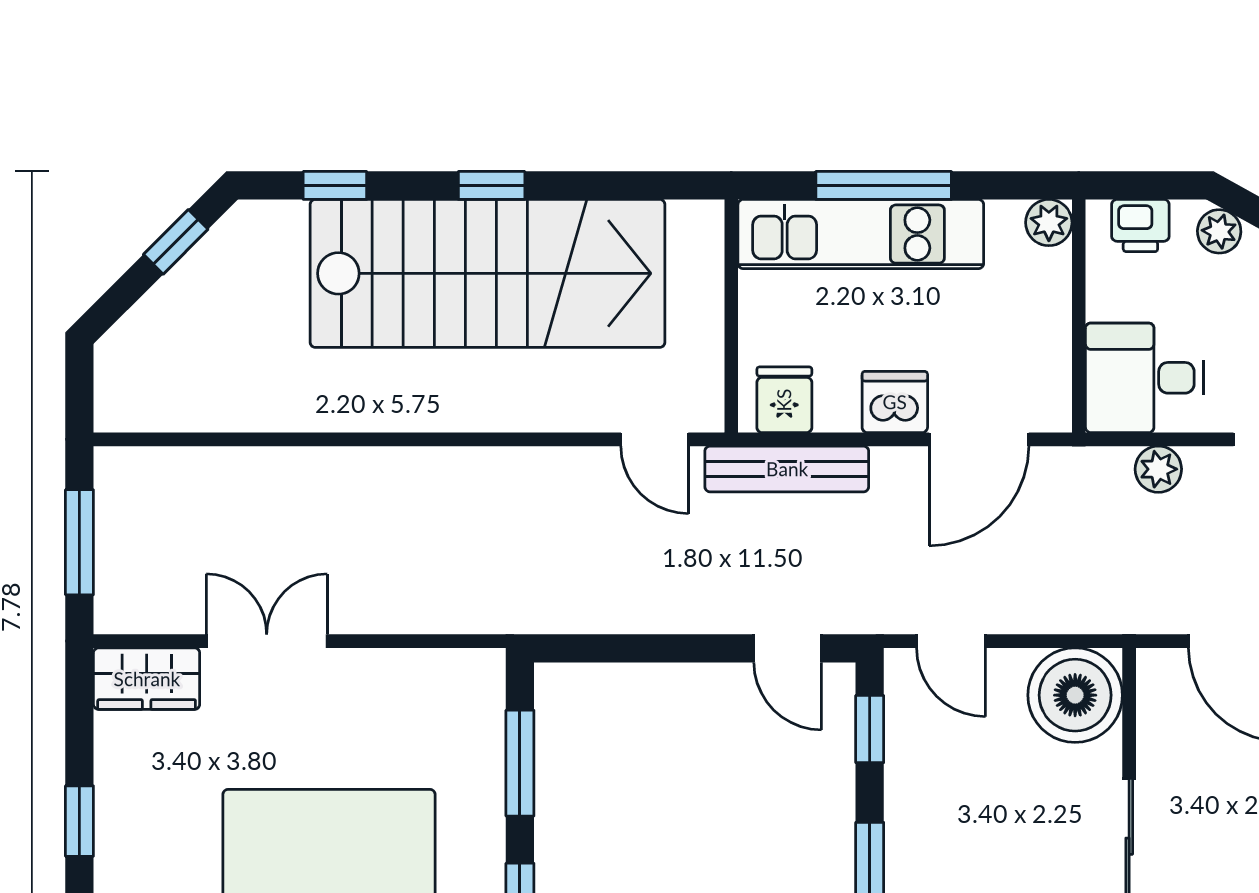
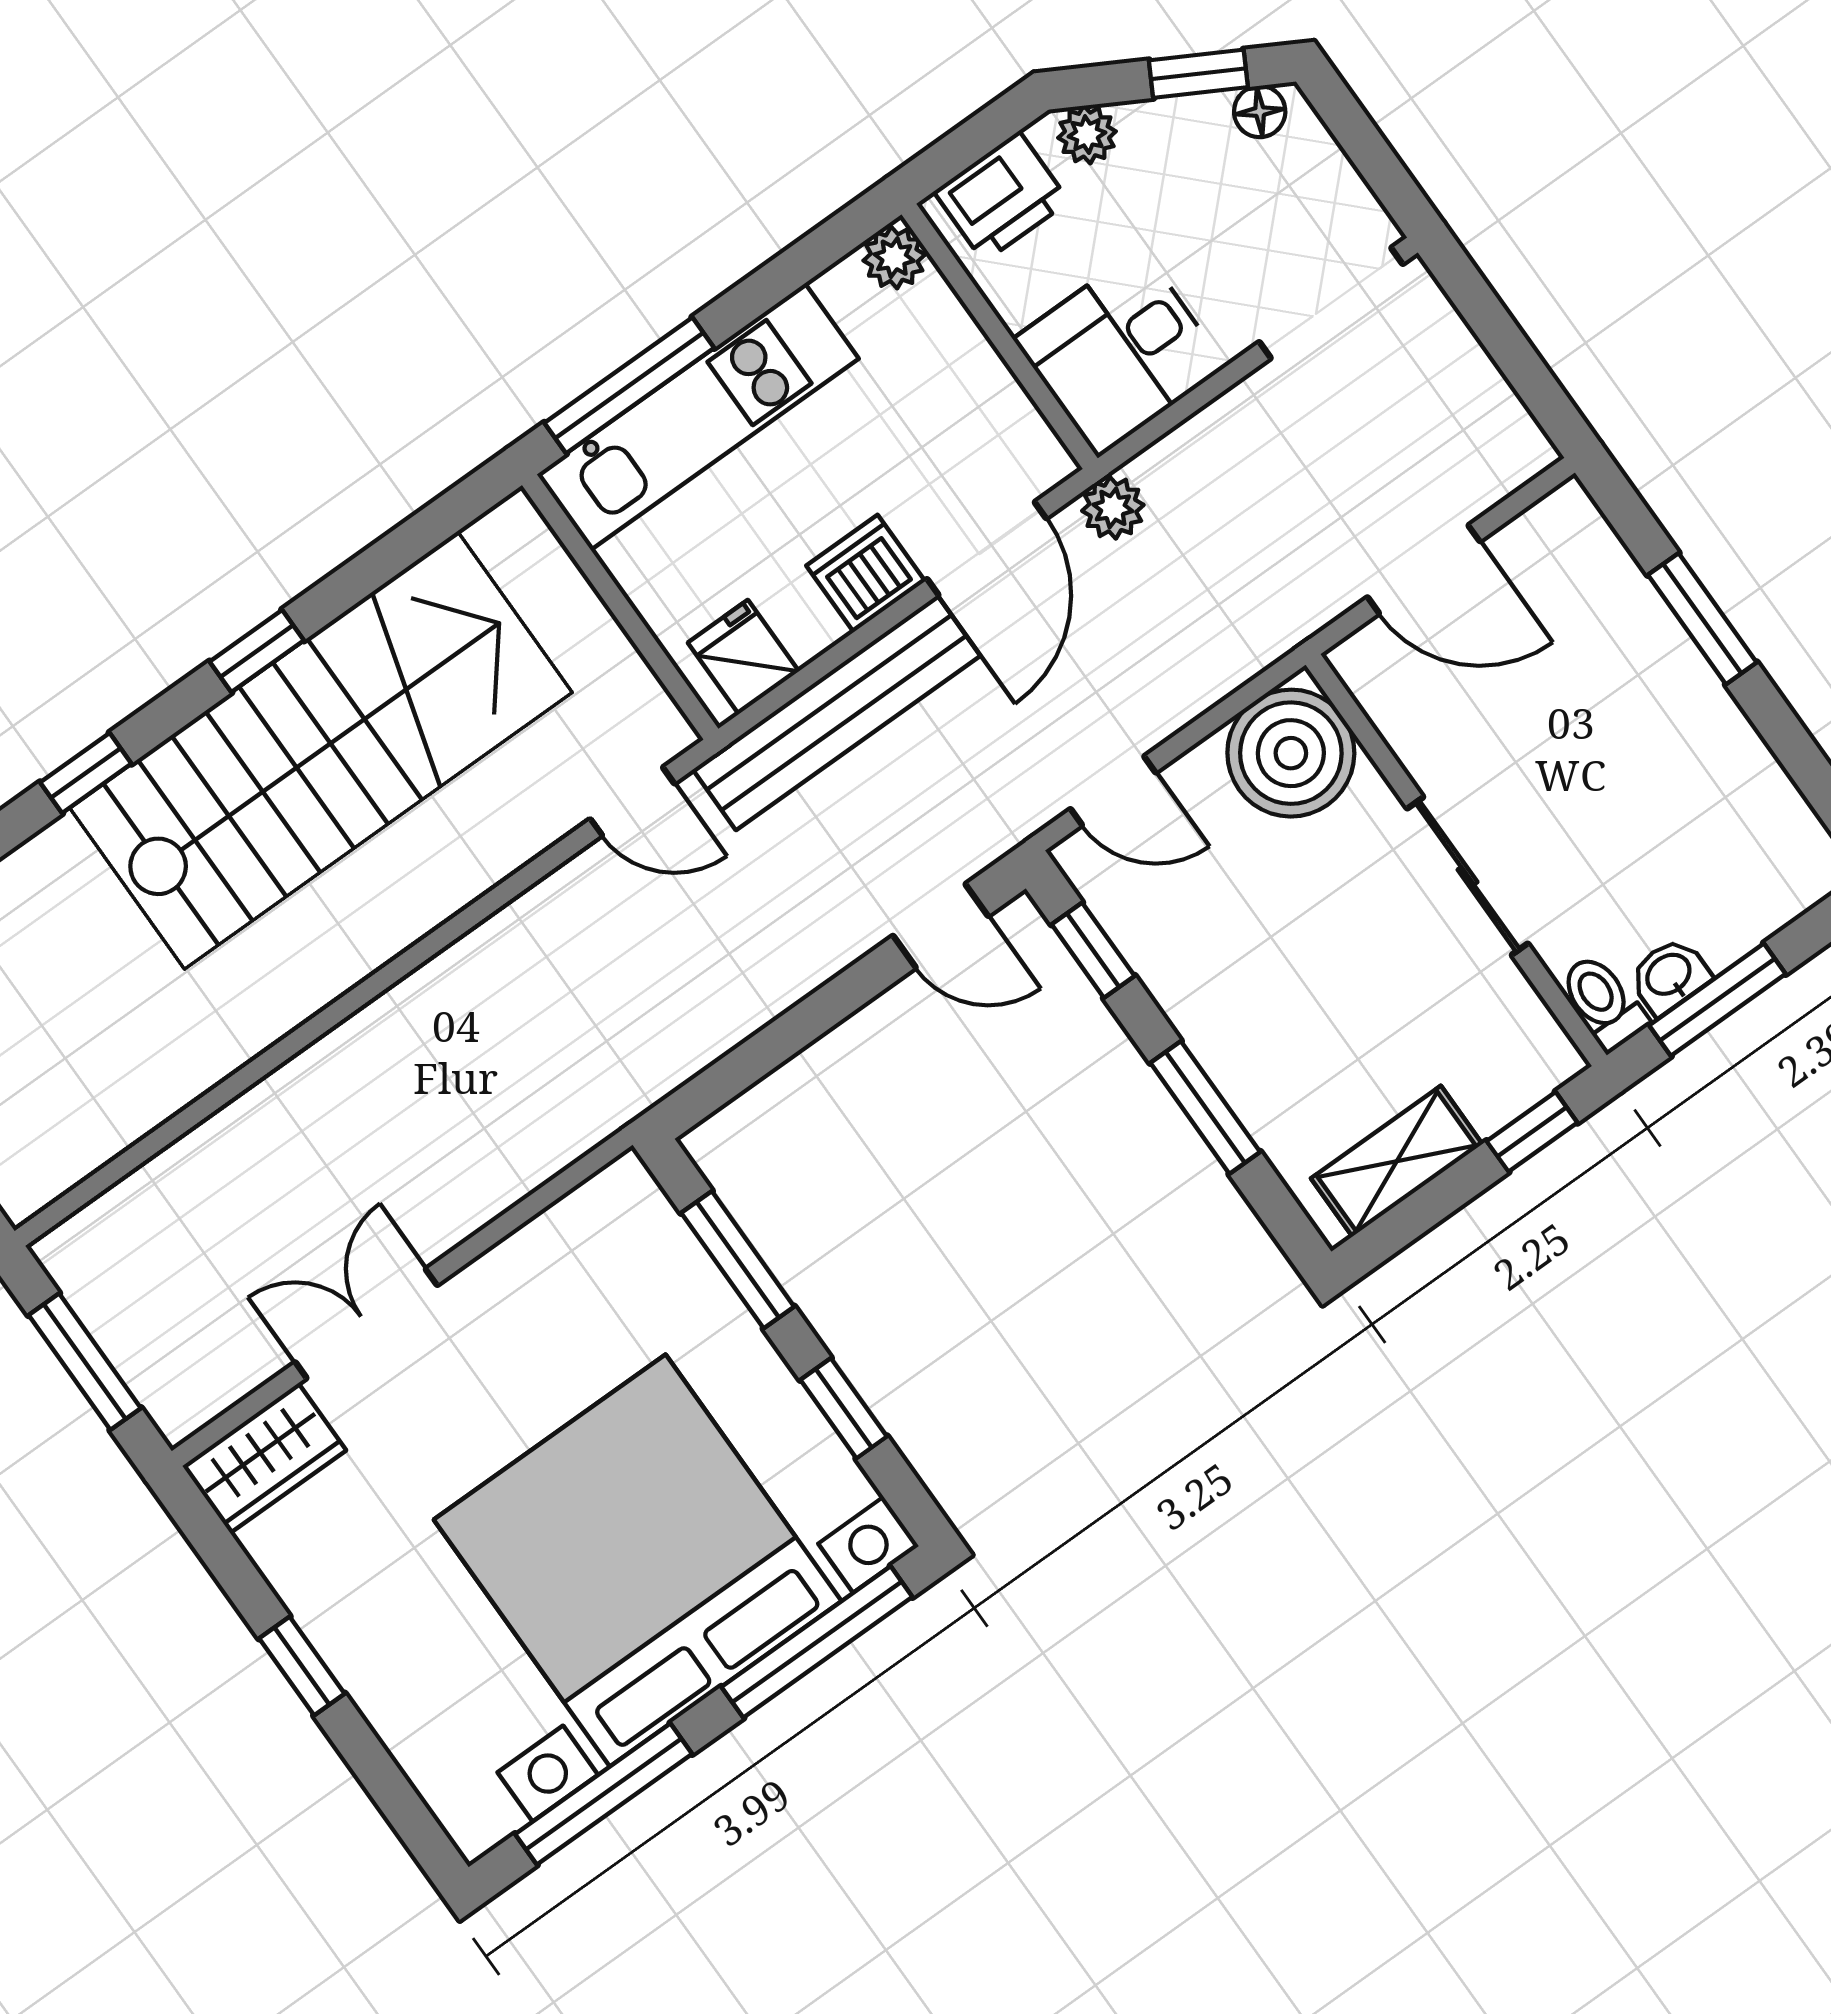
window: (884, 185) -> (629, 385), moved
printer: (1140, 226) -> (1001, 196), width x1.36, depth x1.24
bench: (787, 469) -> (837, 713), width x1.37, depth x1.21
plant: (1158, 469) -> (1113, 508), moved

